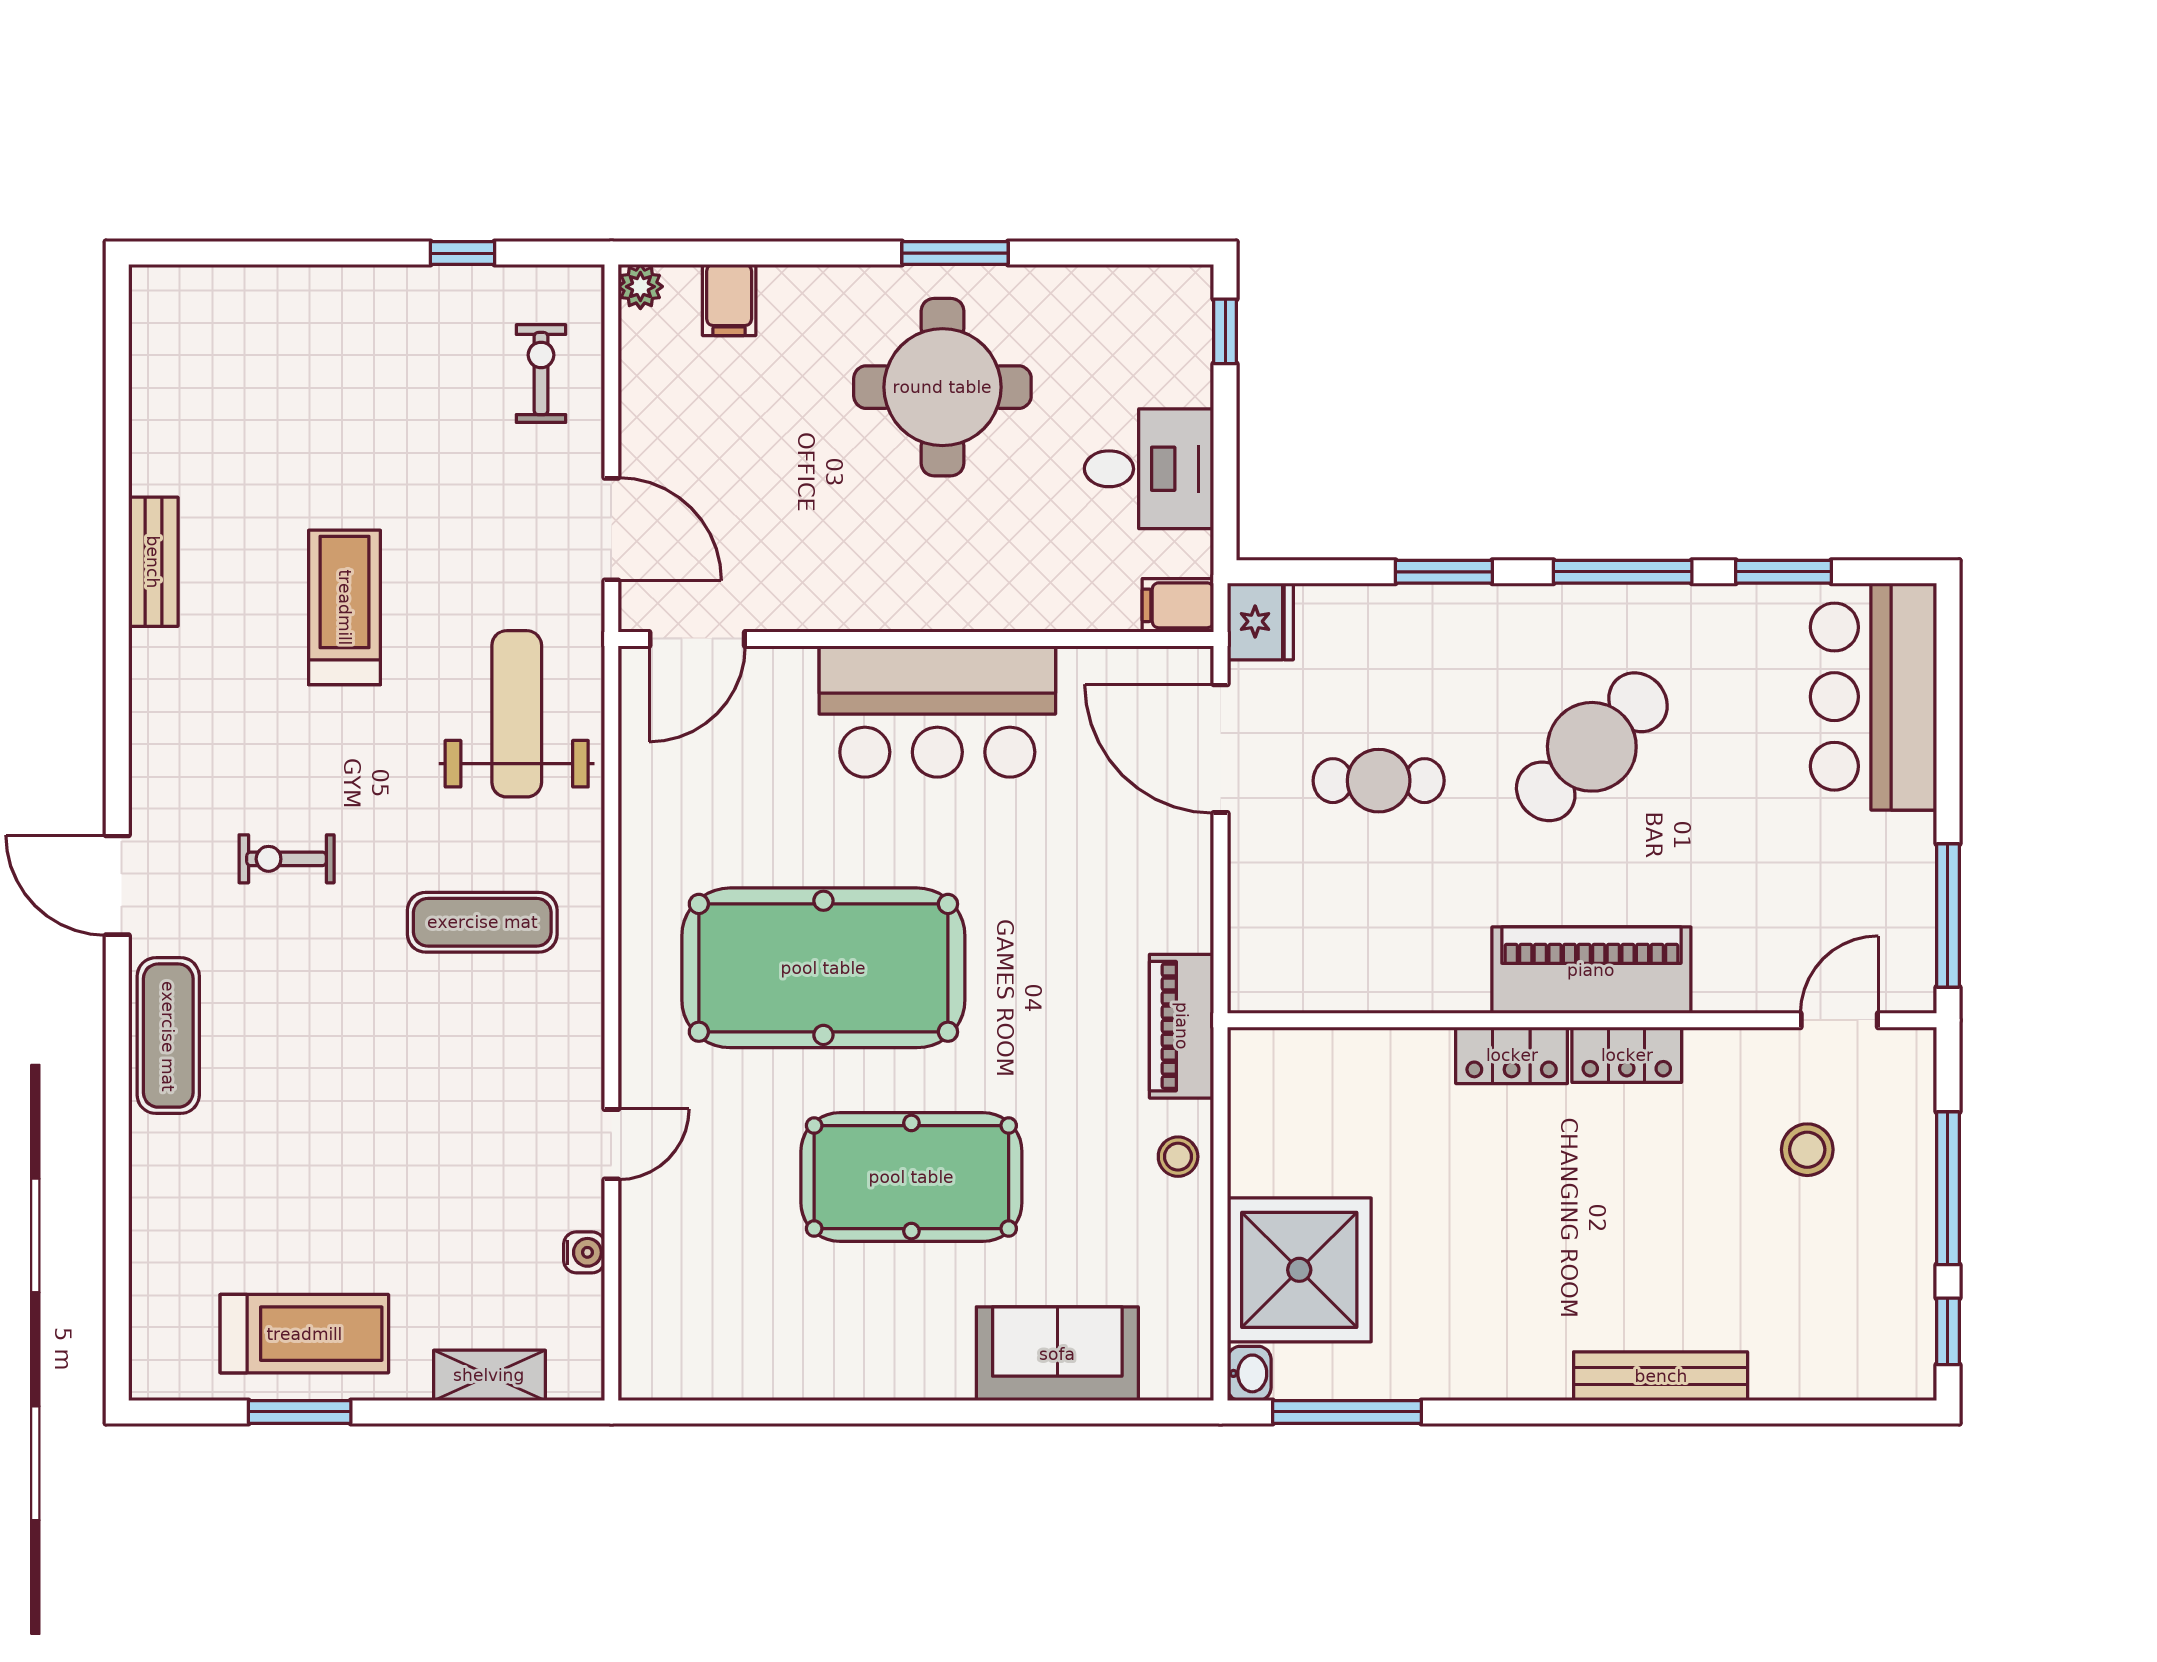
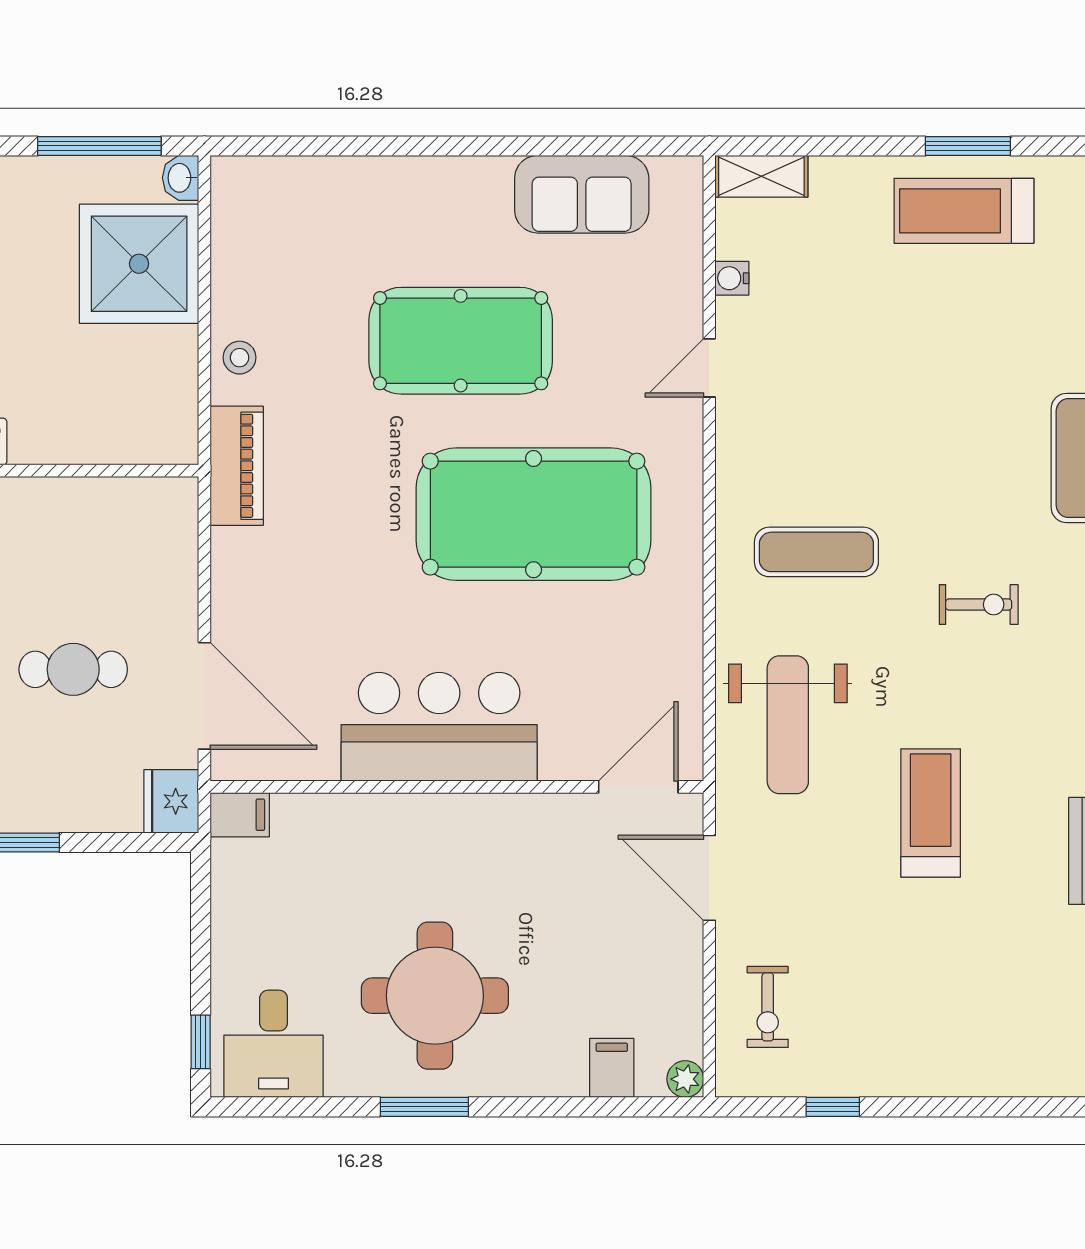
desk: (1149, 469) -> (274, 1044), moved, turned -90
treadmill: (345, 607) -> (931, 813), turned 180
sofa: (1057, 1354) -> (582, 194), moved
shelving: (489, 1375) -> (761, 176), moved

